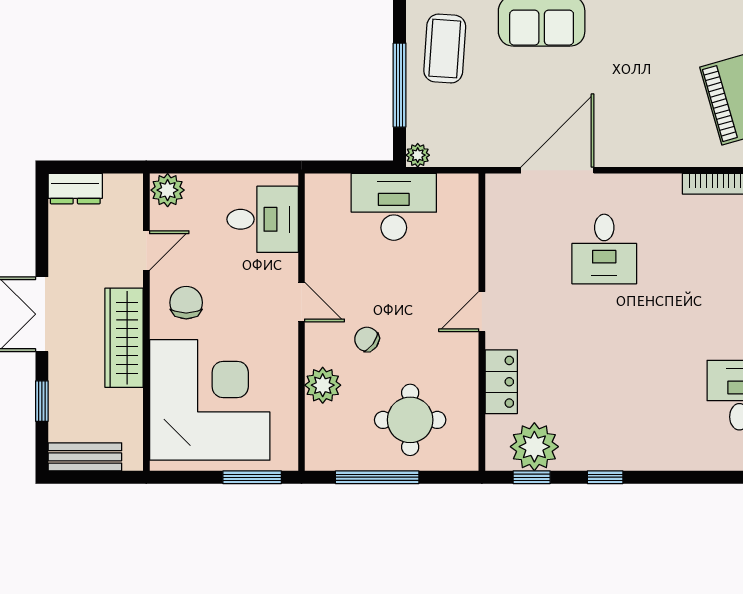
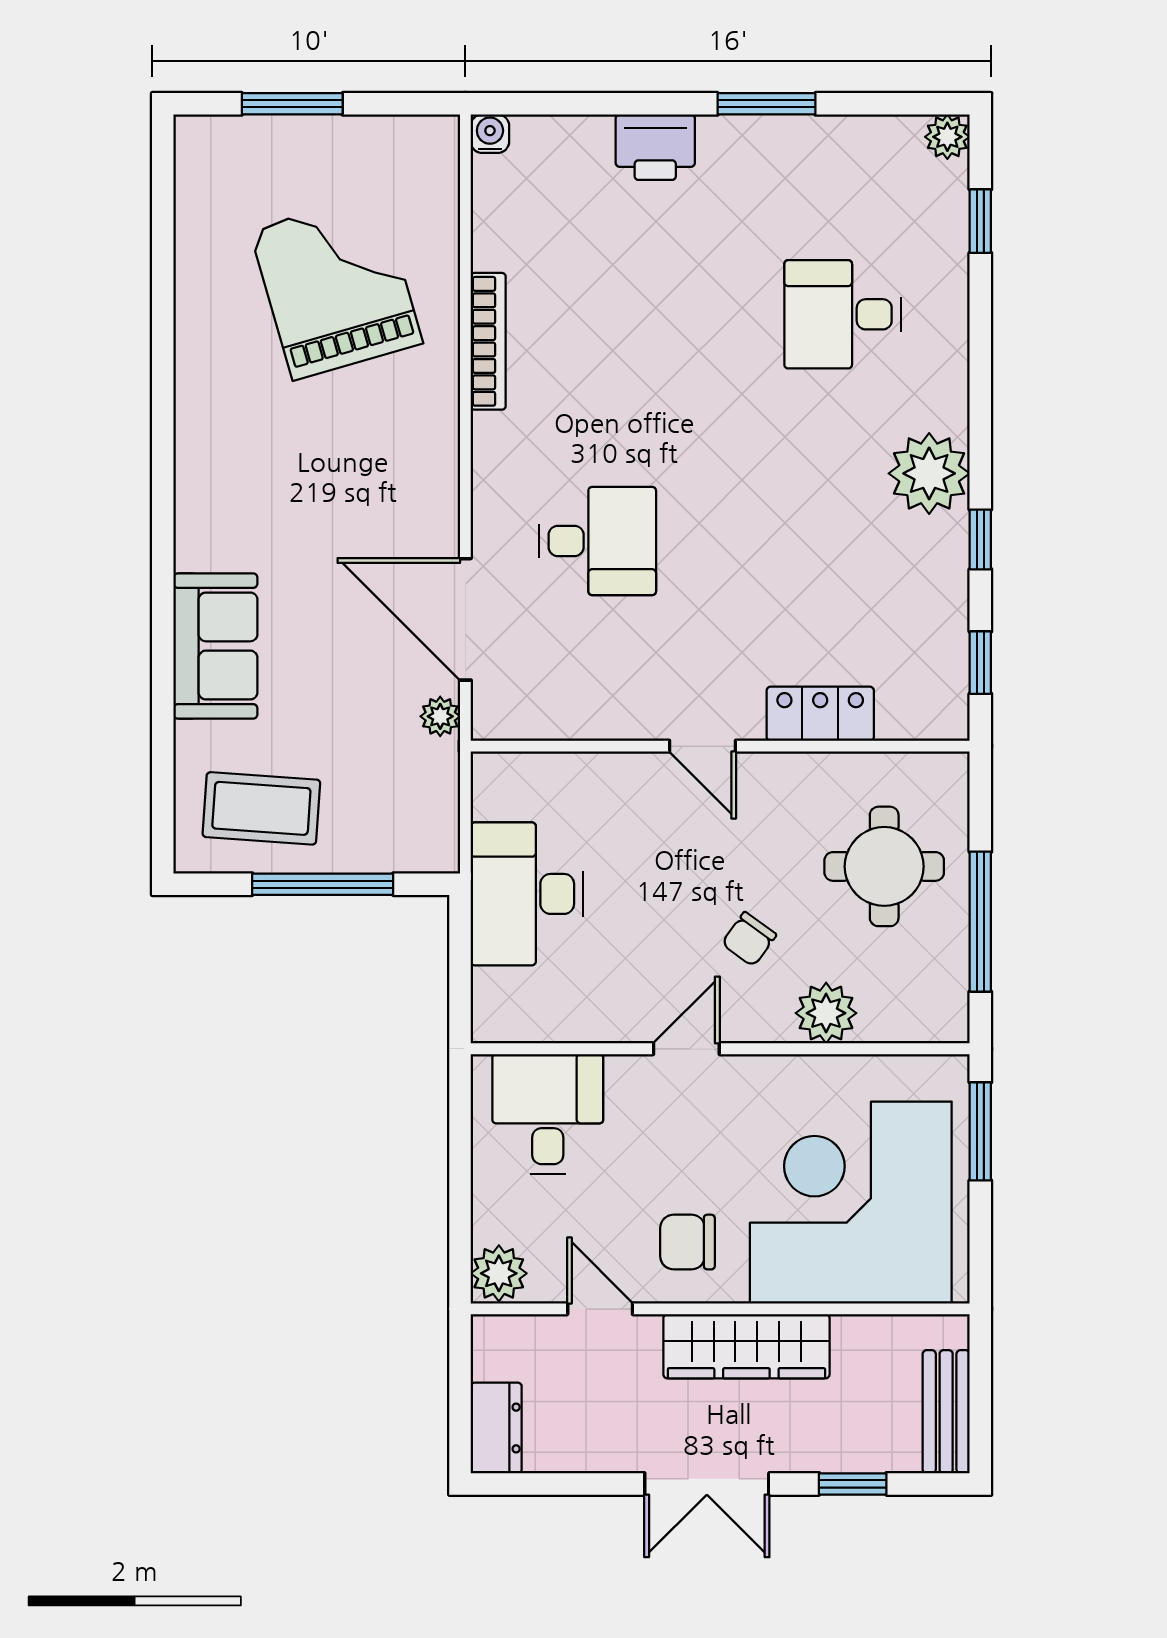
plant: (418, 155) -> (440, 716), moved
plant: (534, 447) -> (929, 473), moved

